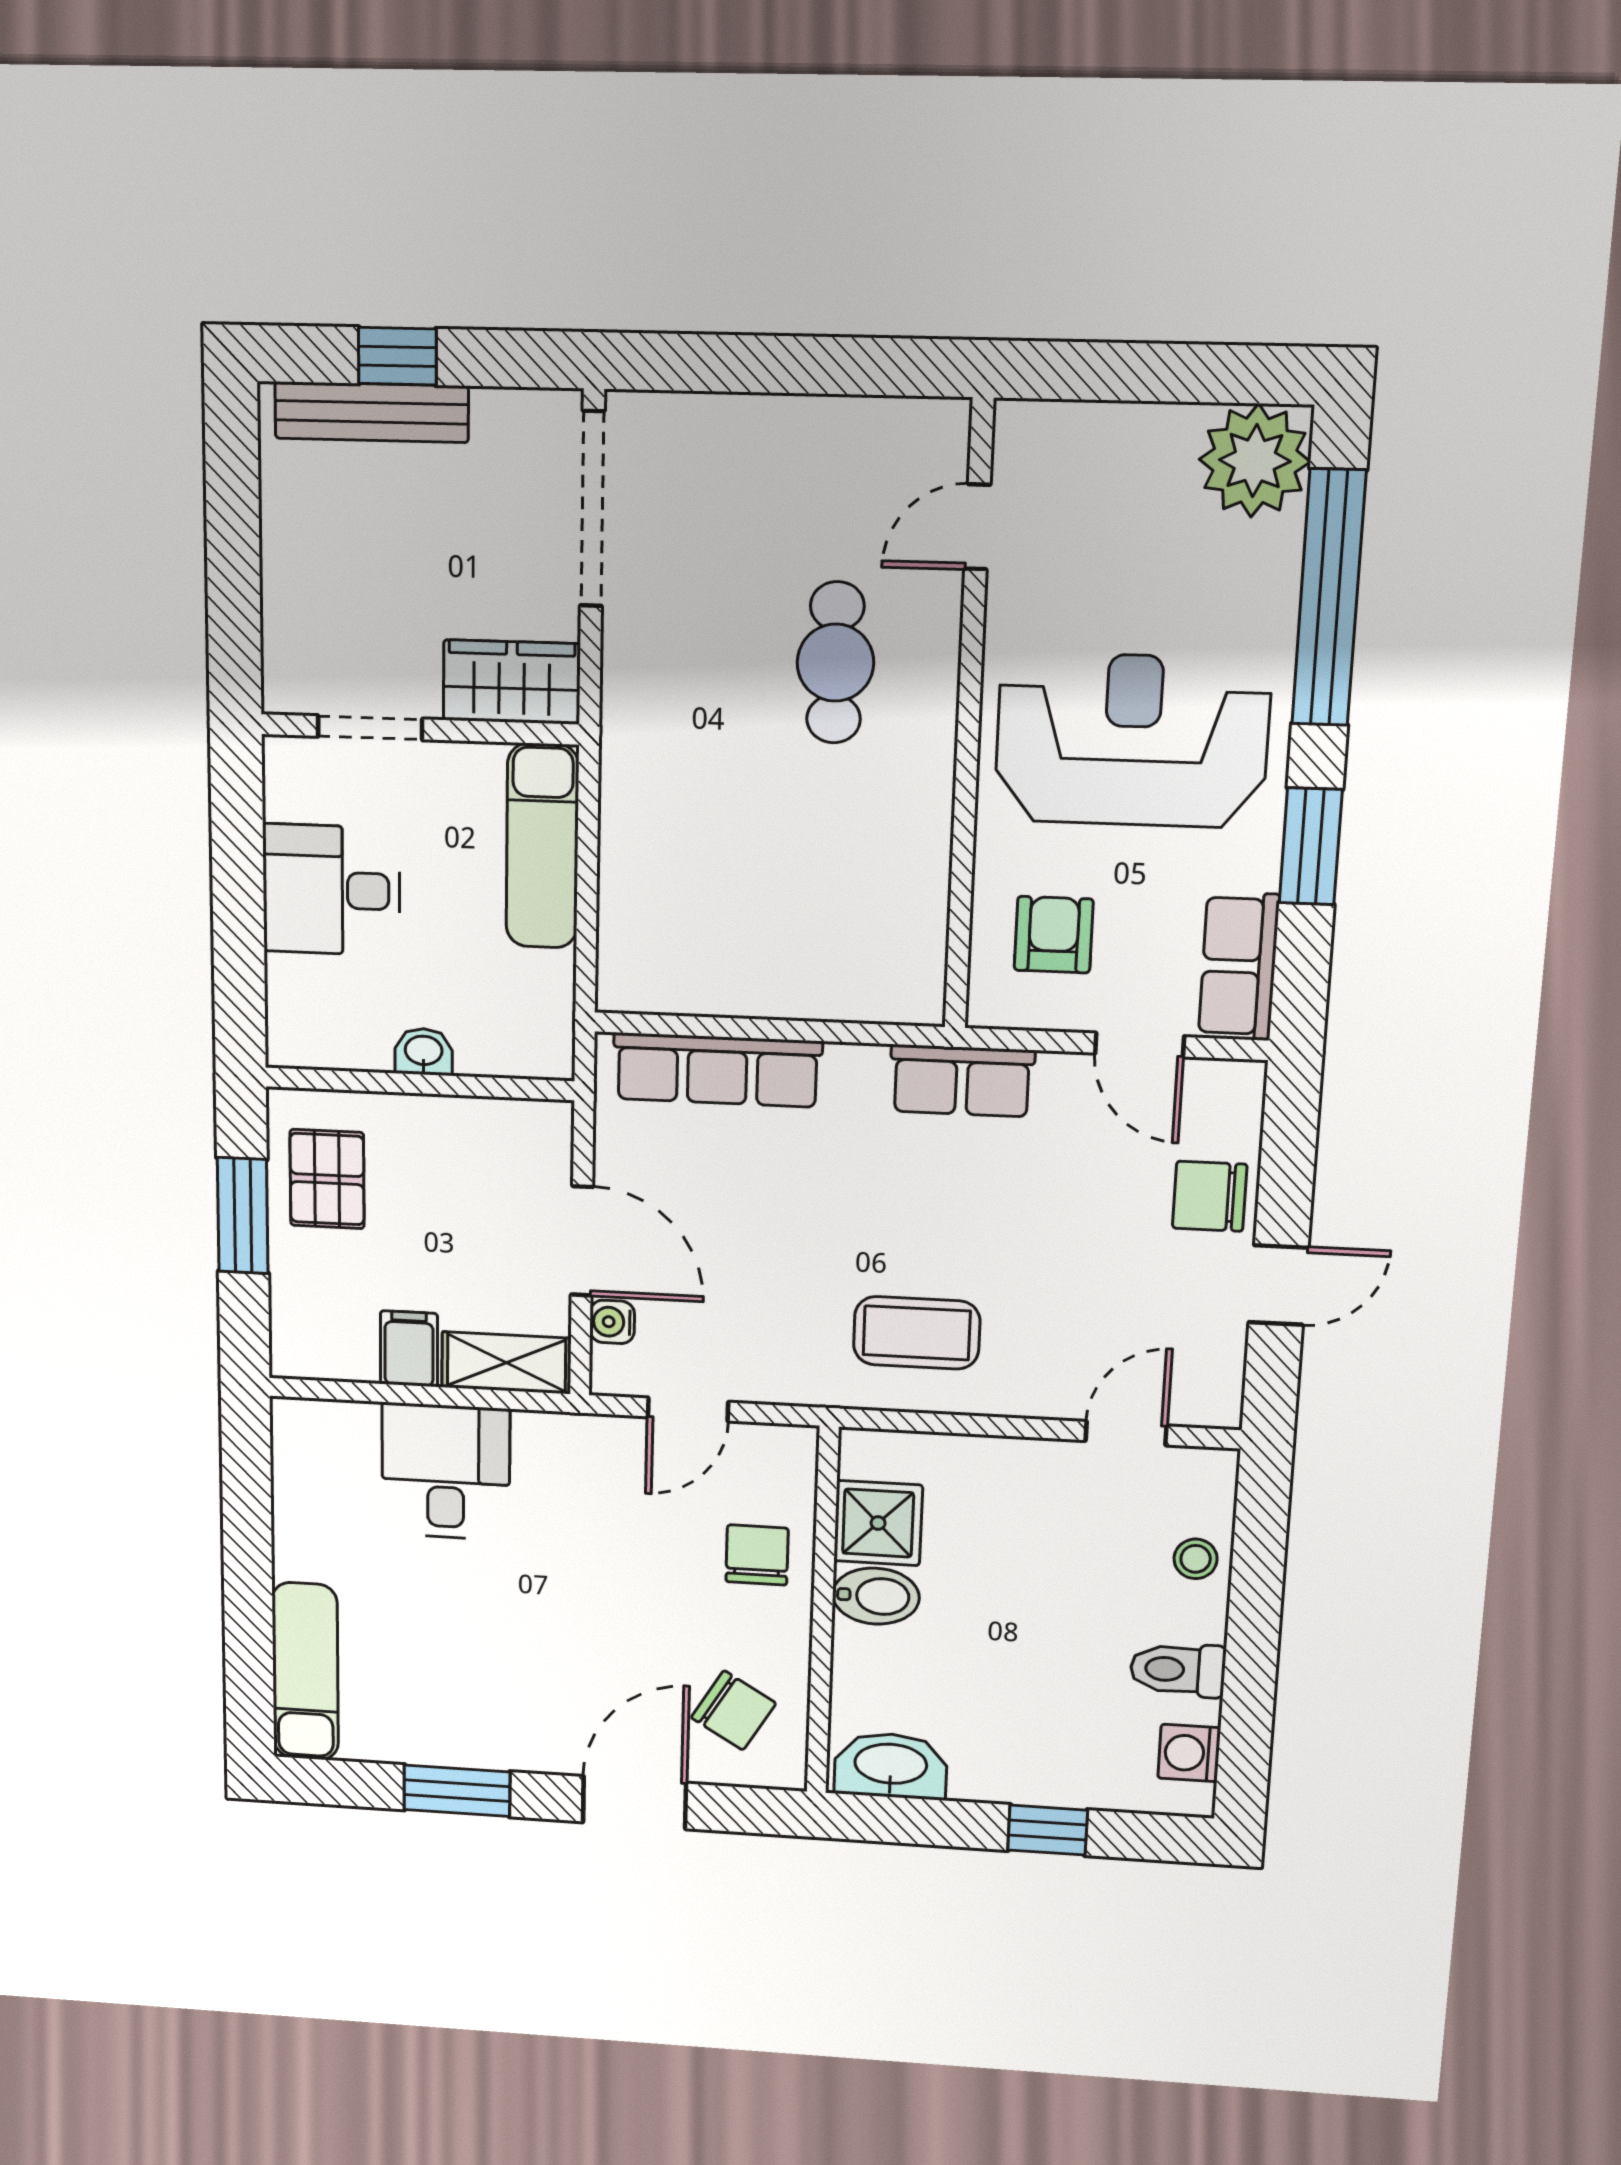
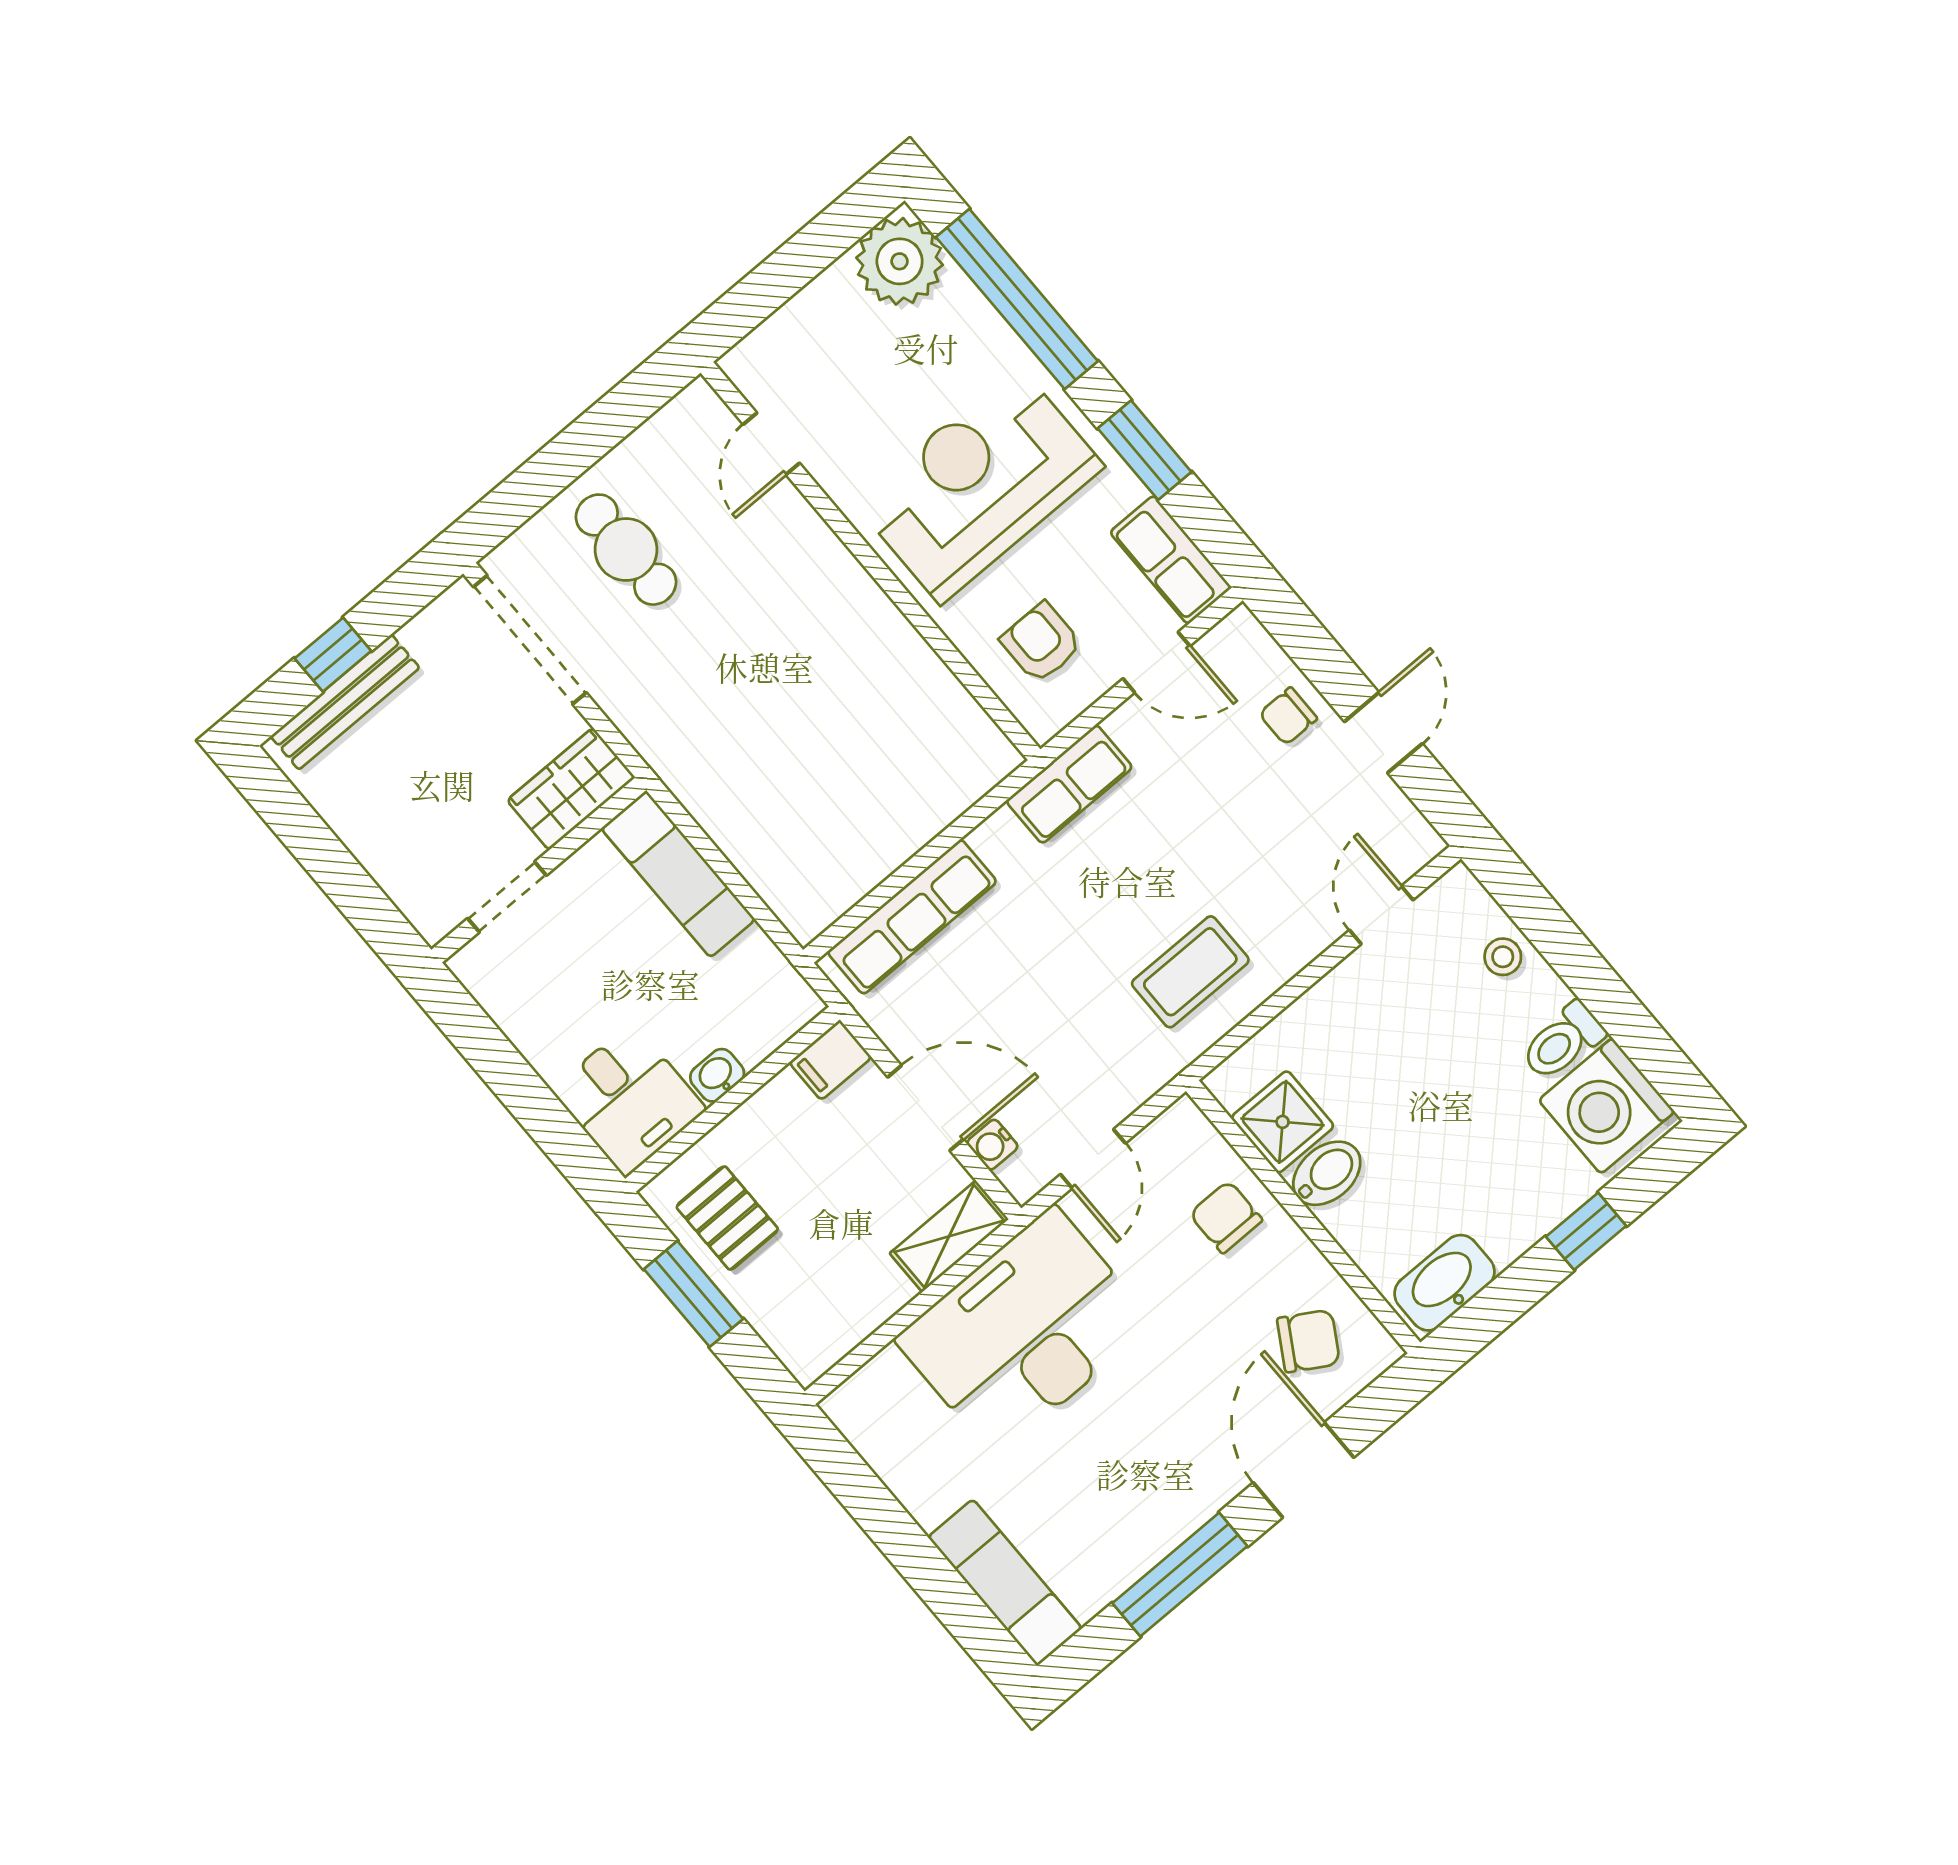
cafe table: (835, 663) -> (626, 550), moved
desk: (331, 890) -> (629, 1100), moved, turned -90
chair: (1210, 1196) -> (1288, 716), width x0.73, depth x0.73
filing cabinet: (409, 1349) -> (830, 1060), moved, turned -90
desk: (446, 1471) -> (1025, 1331), width x1.87, depth x1.30
washing machine: (1189, 1753) -> (1607, 1106), width x1.89, depth x1.89
window: (457, 1791) -> (1180, 1575), width x1.44

